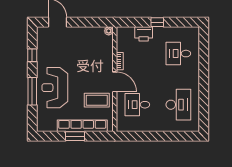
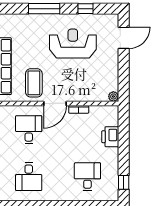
window: (157, 22) -> (124, 182), moved
reception desk: (55, 88) -> (73, 44), moved
desk: (178, 105) -> (29, 177), width x0.73

